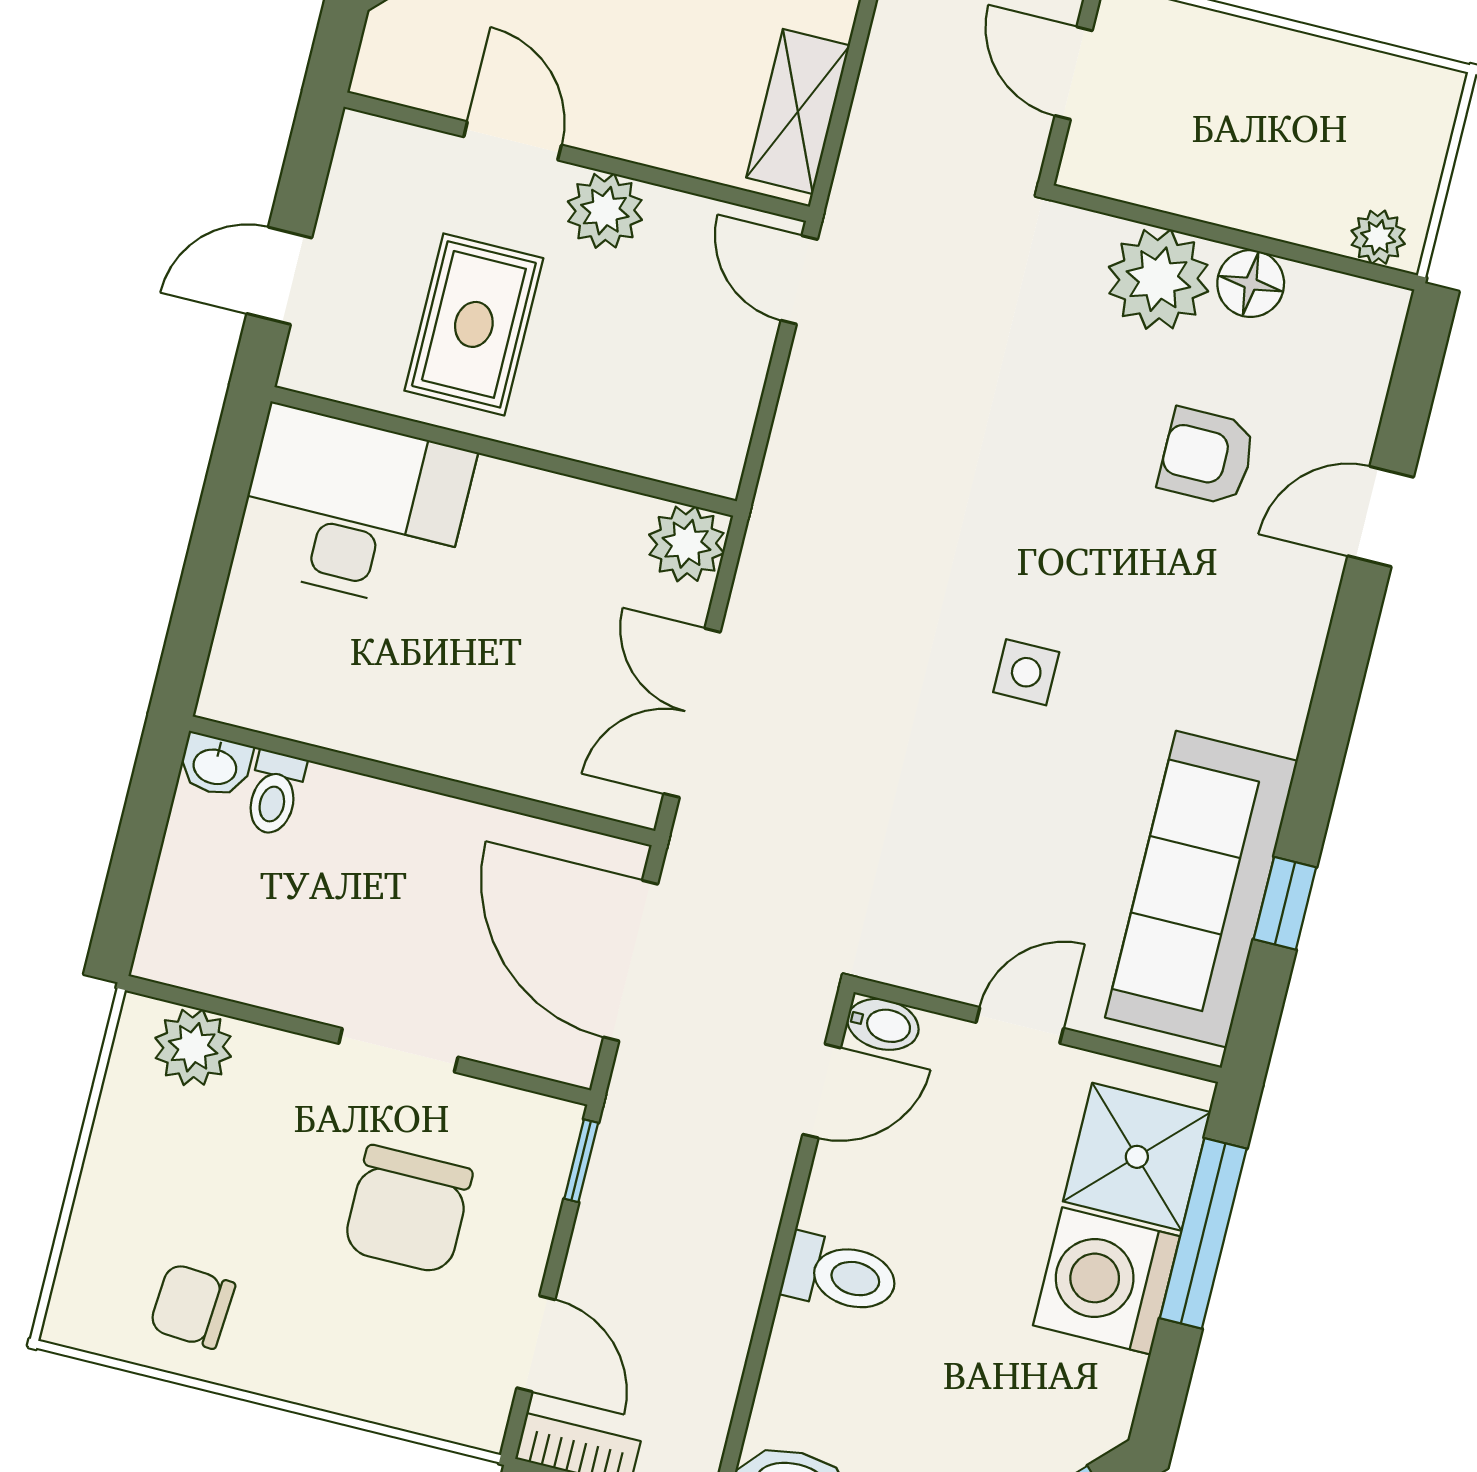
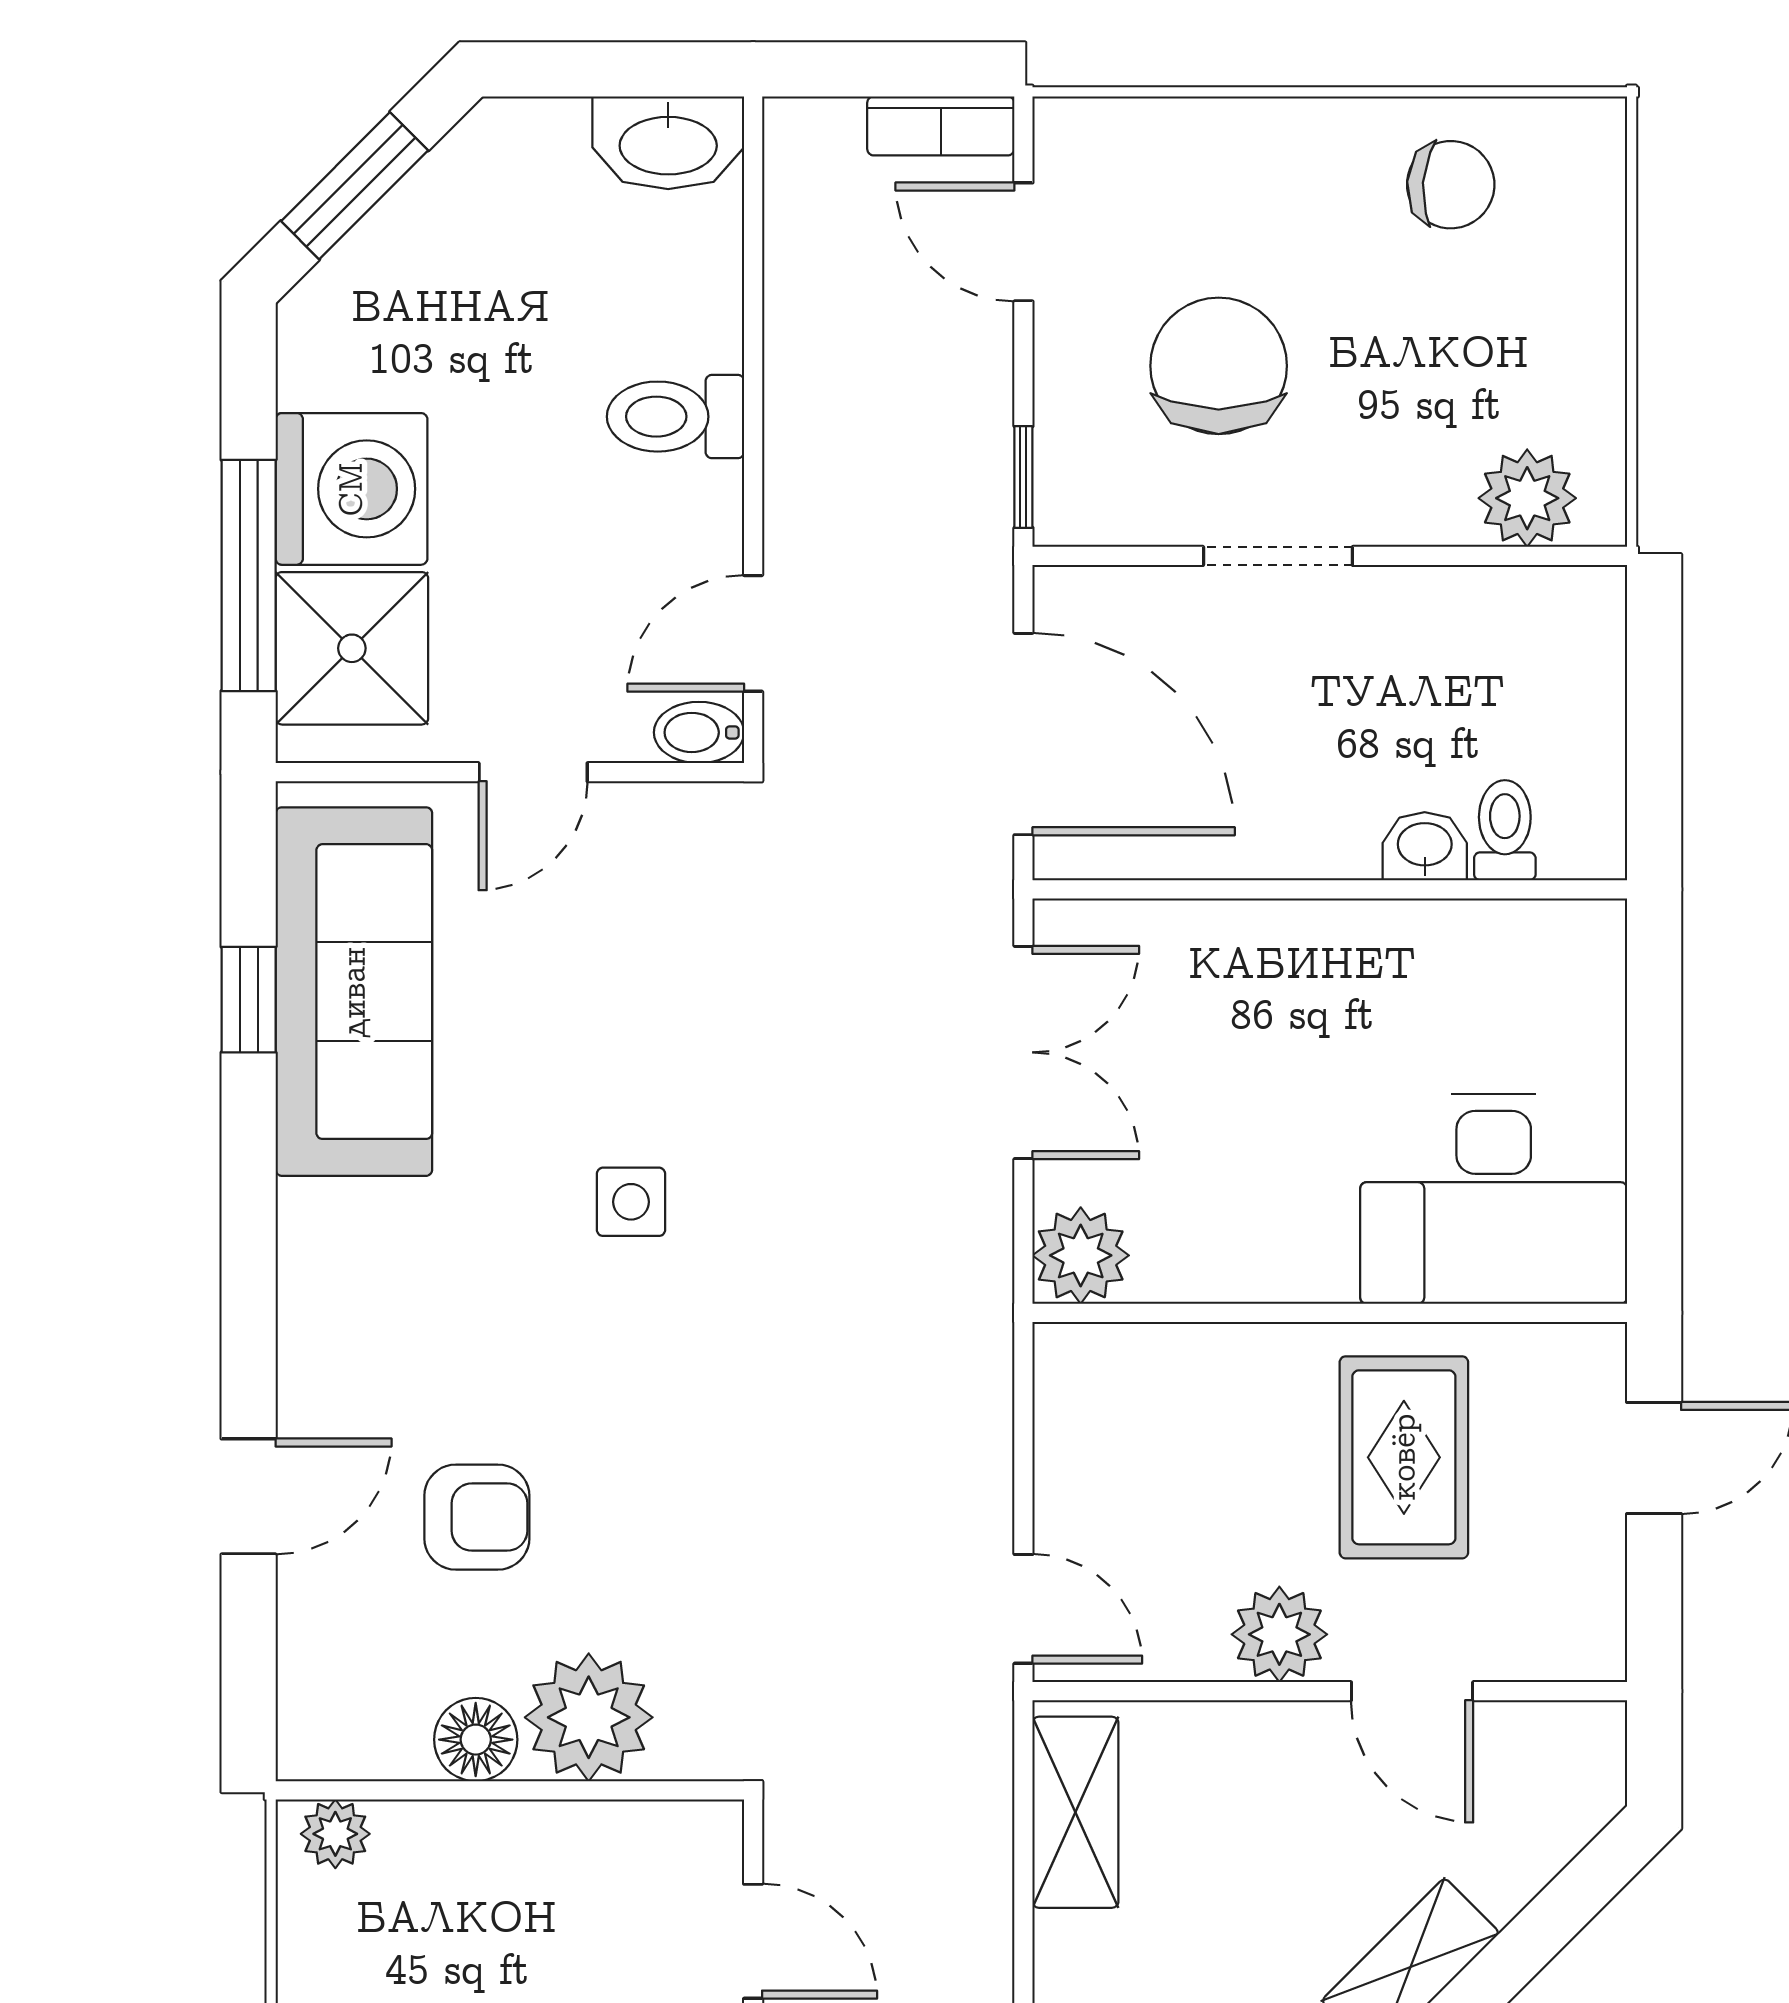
washbasin: (215, 765) -> (1425, 846), moved

